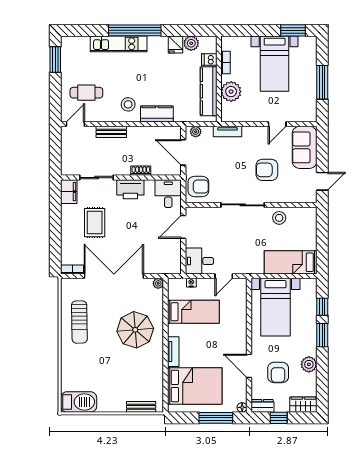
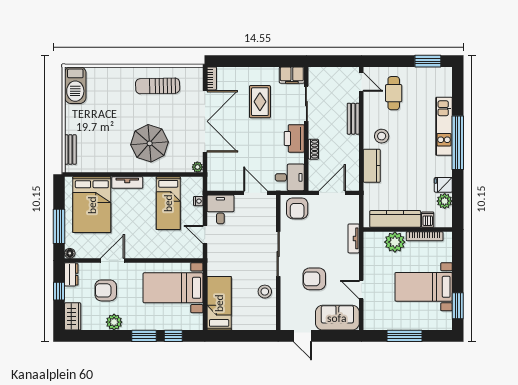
bookcase: (225, 63) -> (425, 236), width x1.56
plant: (196, 132) -> (354, 206), removed
armchair: (267, 170) -> (314, 279), turned -90
rug: (95, 223) -> (260, 102), turned 90

